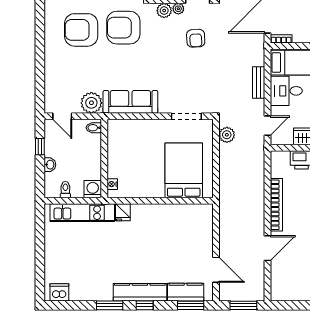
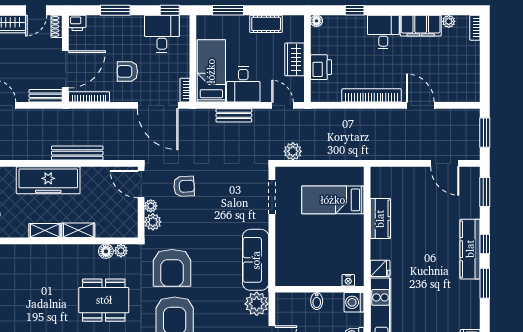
bidet: (94, 128) -> (317, 301), moved
bed: (184, 170) -> (333, 200), width x0.67
door: (216, 270) -> (445, 163), swing flipped
kitchen counter: (186, 292) -> (380, 219), moved, turned 180

